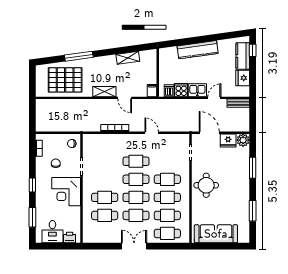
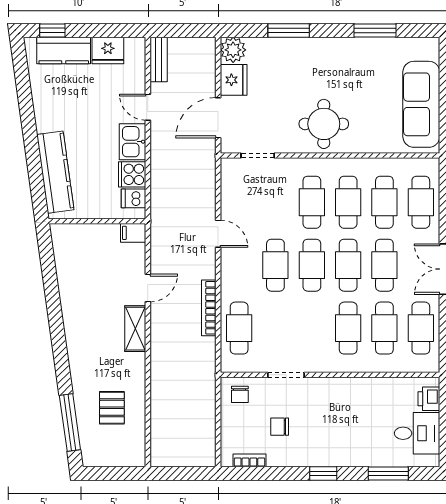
kitchen counter: (198, 50) -> (55, 172), moved
window: (79, 56) -> (70, 423), moved
shelving: (128, 58) -> (67, 282), removed
pallet: (65, 80) -> (112, 408), width x0.49, depth x0.50
door: (152, 133) -> (218, 234), swing flipped
cafe table: (105, 143) -> (239, 328), added
corner desk: (66, 192) -> (337, 406), removed
cafe table: (105, 233) -> (421, 328), added

